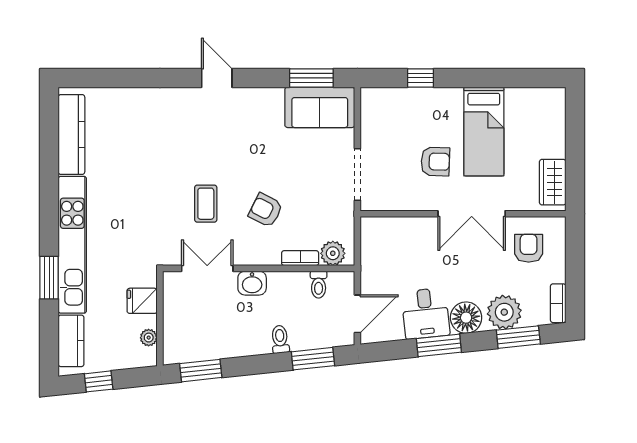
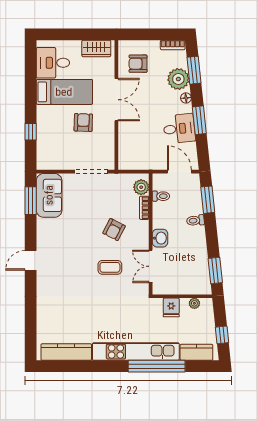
desk: (530, 113) -> (53, 63), added
window: (49, 278) -> (157, 366), width x2.11
floor lamp: (466, 318) -> (186, 98), width x0.53, depth x0.53

